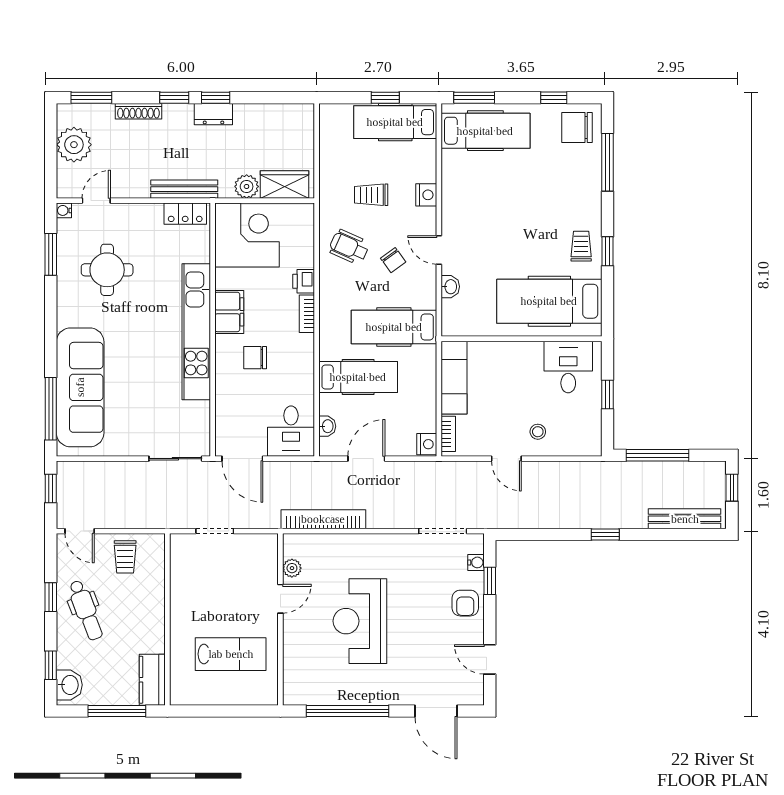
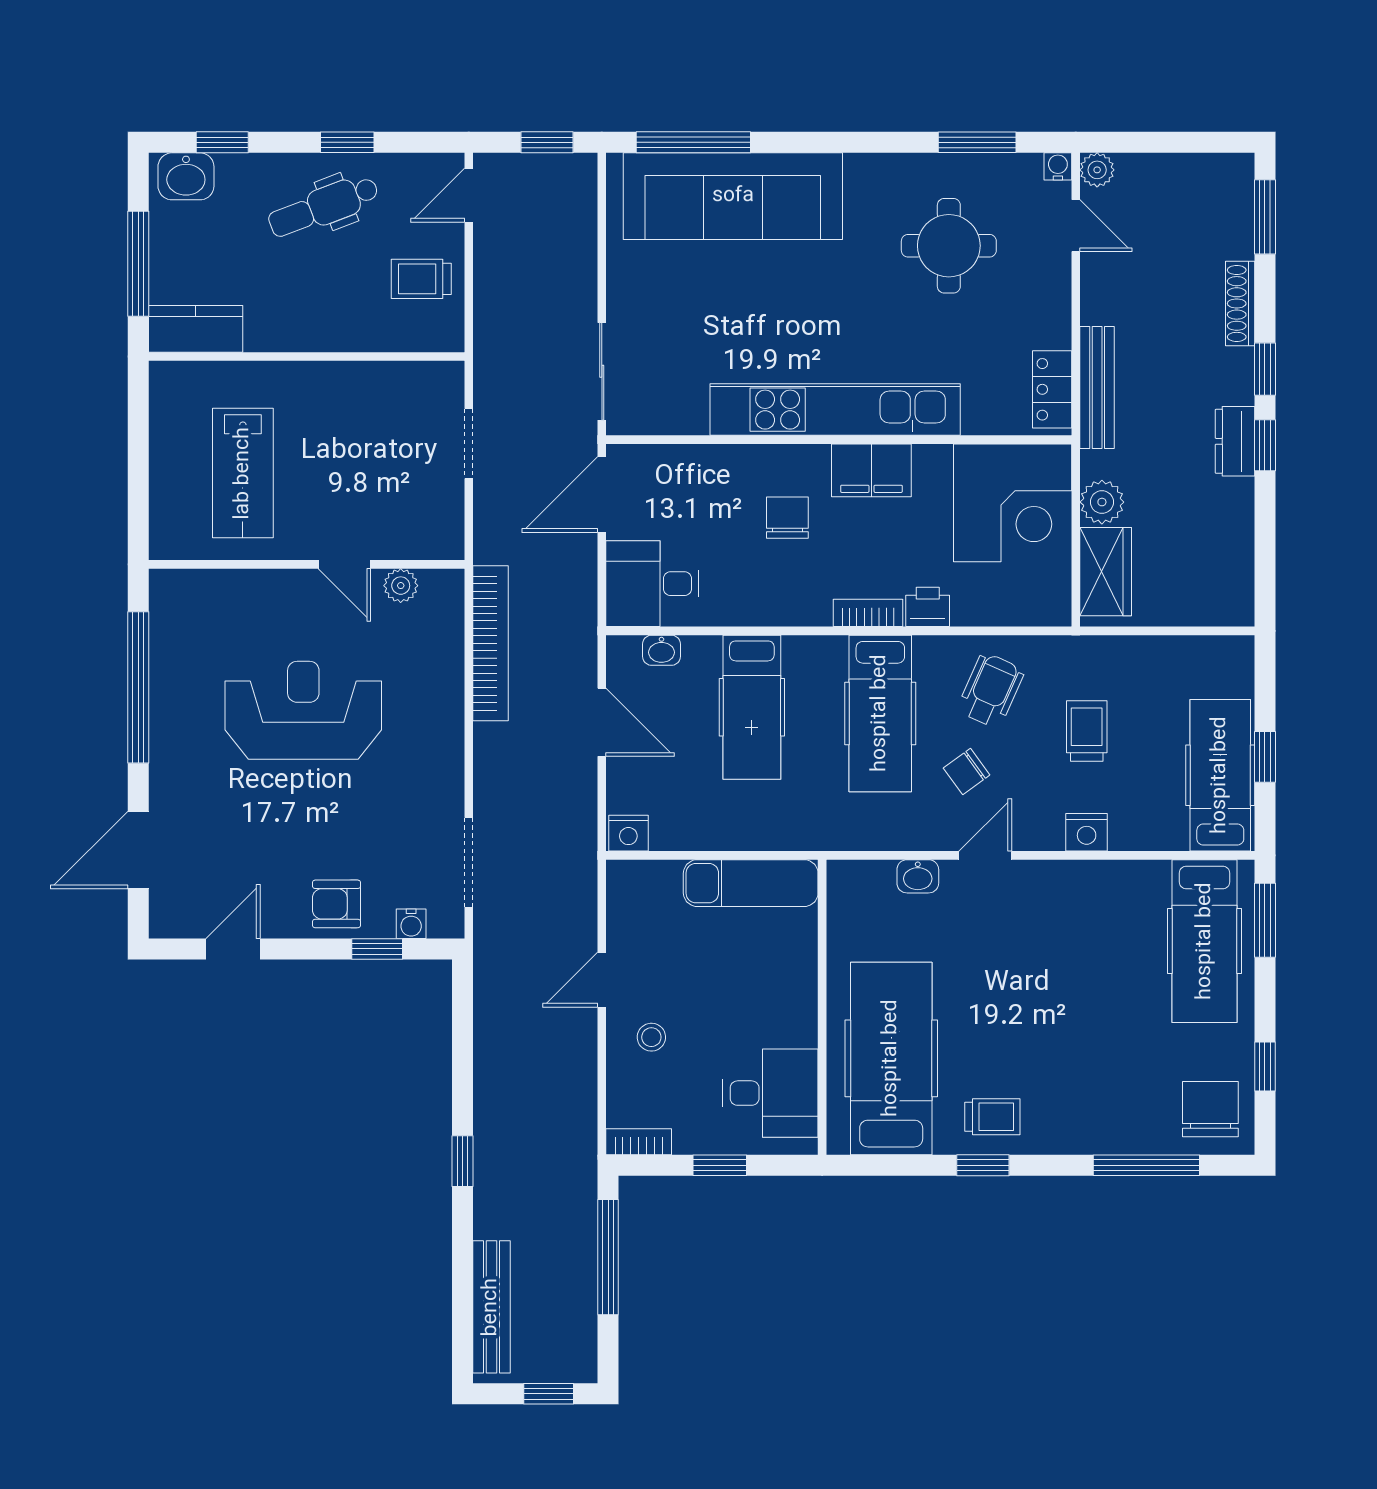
plant: (74, 145) -> (1097, 170), moved, width x0.53, depth x0.53
hospital bed: (394, 327) -> (880, 713), moved, turned 180
bookcase: (448, 434) -> (639, 1142), moved, turned 180

